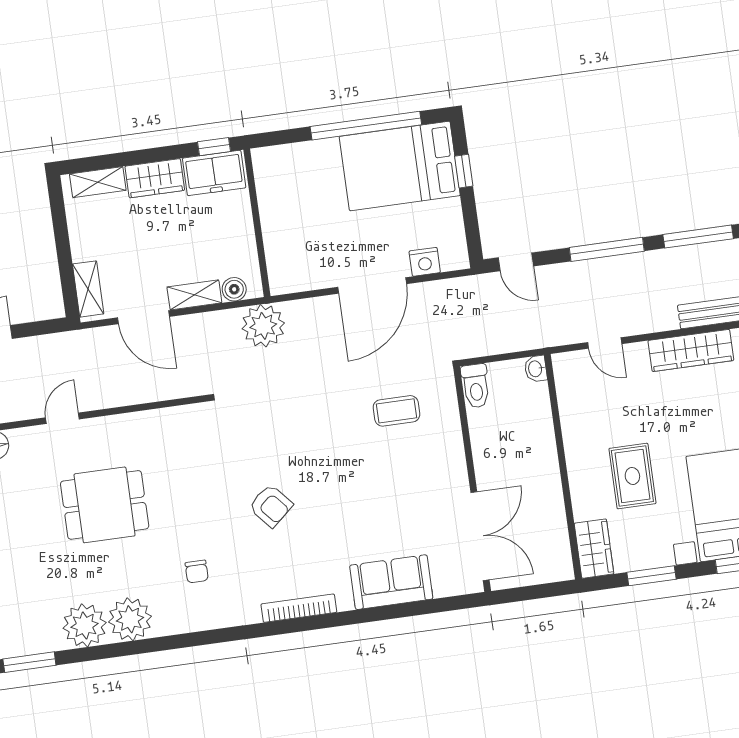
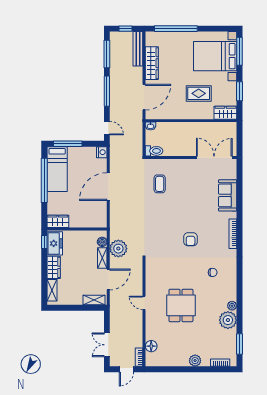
bed: (400, 166) -> (57, 169), width x0.67
window: (464, 171) -> (68, 144), width x2.17
wardrobe: (269, 173) -> (58, 221), added
nightstand: (425, 262) -> (102, 152), moved
door: (516, 262) -> (107, 128), hinge flipped
door: (372, 286) -> (108, 187), swing flipped
plant: (263, 326) -> (118, 249), moved
door: (605, 343) -> (144, 97), width x1.87
door: (62, 418) -> (144, 303), moved
armchair: (271, 506) -> (191, 239), turned 131
plant: (130, 619) -> (232, 306), width x0.53, depth x0.53

